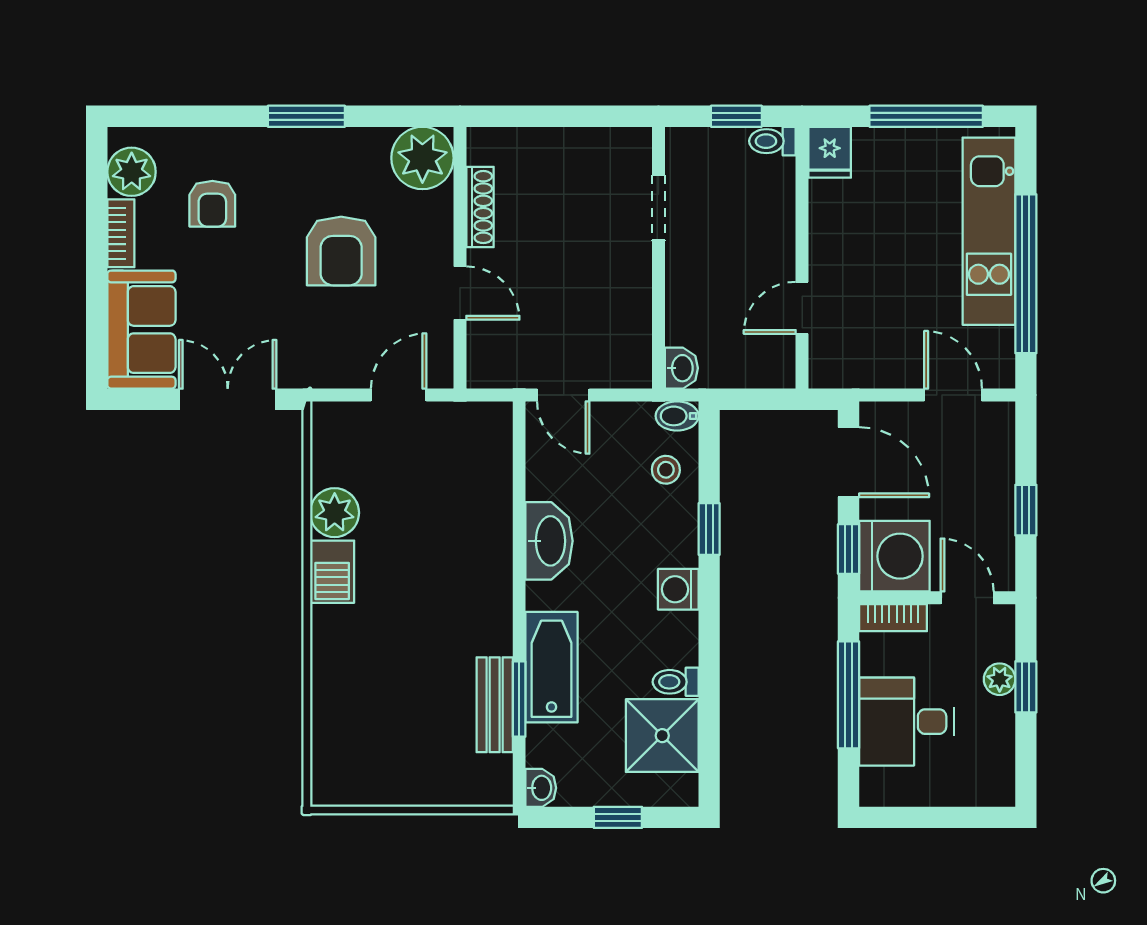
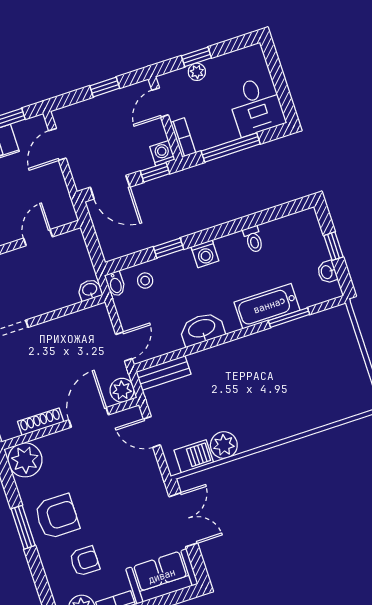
armchair: (341, 251) -> (57, 516), moved
door: (460, 293) -> (89, 417), width x1.38
door: (802, 308) -> (38, 238), swing flipped
plant: (488, 367) -> (122, 390), added
double door: (228, 399) -> (183, 520), swing flipped
door: (849, 462) -> (110, 187), swing flipped
washing machine: (894, 556) -> (162, 153), width x0.53, depth x0.53
barbecue: (332, 572) -> (194, 456), moved
bench: (495, 705) -> (163, 373), moved
desk: (906, 722) -> (256, 106), moved
shower: (662, 736) -> (284, 237), removed
washbasin: (541, 788) -> (327, 272), moved, turned -90

